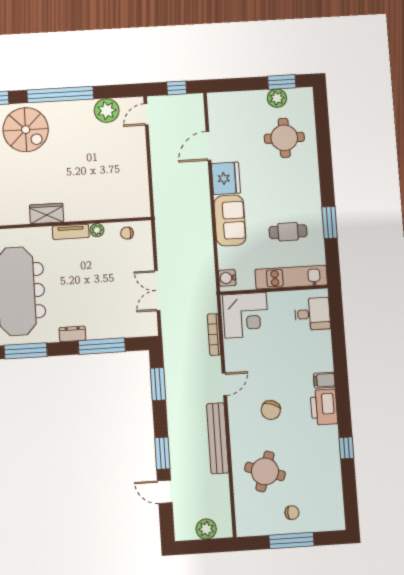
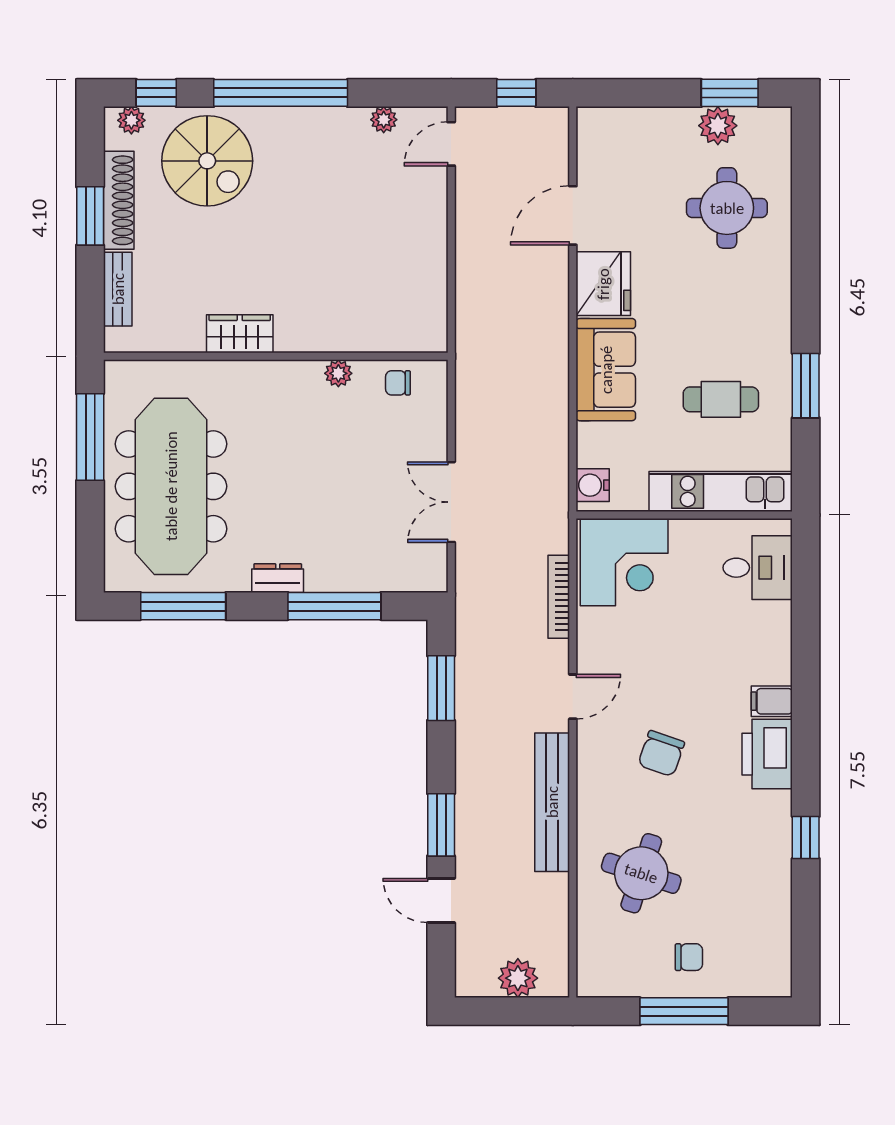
plant: (107, 110) -> (384, 120), width x0.53, depth x0.53
tv unit: (71, 232) -> (286, 373), removed

